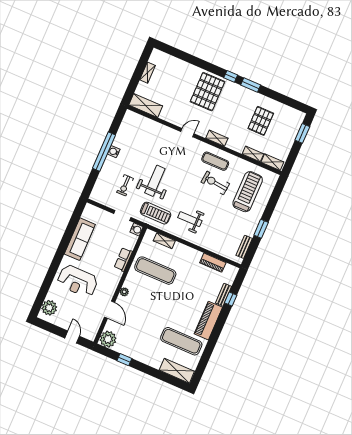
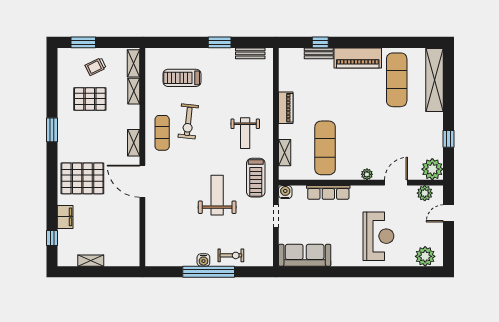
filing cabinet: (186, 68) -> (65, 217), added
window: (231, 76) -> (52, 238), moved
shelving: (146, 106) -> (131, 246), removed
door: (187, 133) -> (142, 181), width x1.88
trolley: (282, 135) -> (96, 67), added
weight bench: (155, 181) -> (217, 195), turned 90
exercise bike: (125, 185) -> (231, 255), moved
treadmill: (248, 192) -> (182, 78), width x0.73, depth x0.73
treadmill: (156, 213) -> (256, 178), turned 180
sofa: (80, 239) -> (305, 255), moved
row of seats: (123, 259) -> (328, 192), width x1.48
piano: (213, 263) -> (286, 108), moved
plant: (94, 327) -> (425, 193), added
shelving: (177, 371) -> (435, 80), width x1.47

